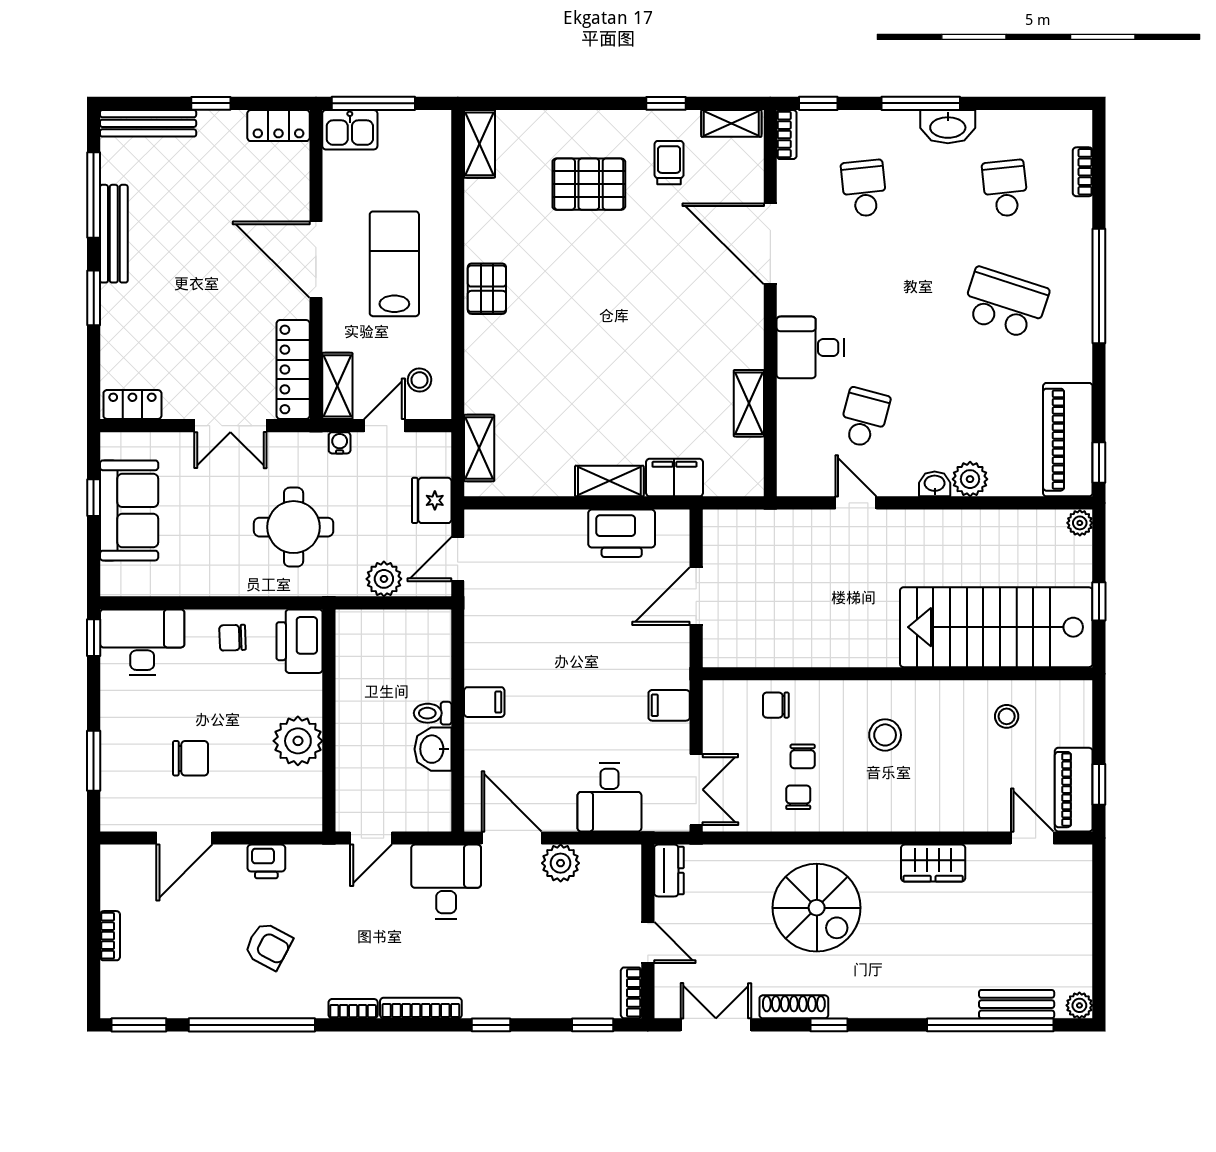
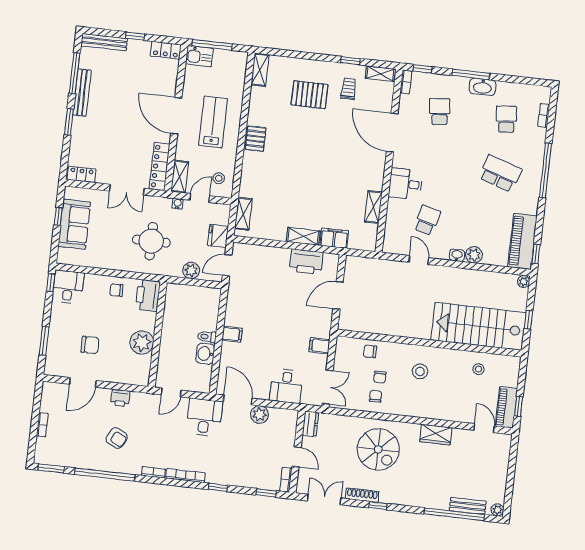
desk: (142, 642) -> (68, 287), width x0.73

